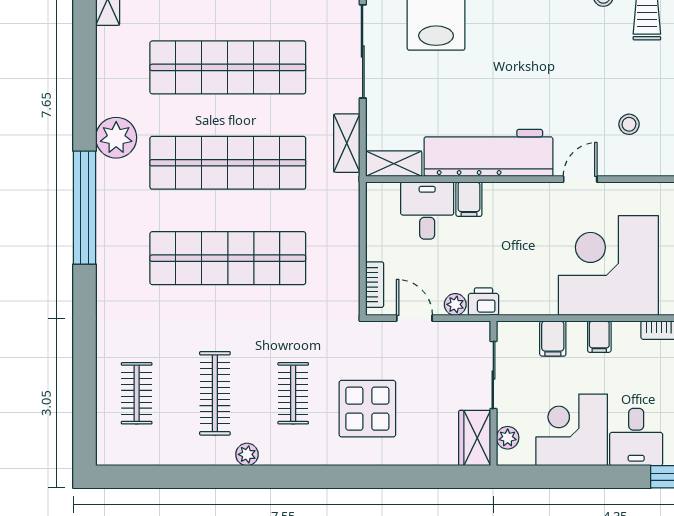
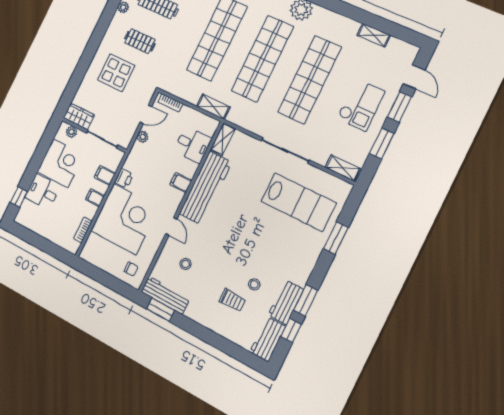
shelving: (347, 143) -> (213, 107), moved
filing cabinet: (469, 199) -> (181, 182), moved
printer: (483, 302) -> (124, 178), moved

